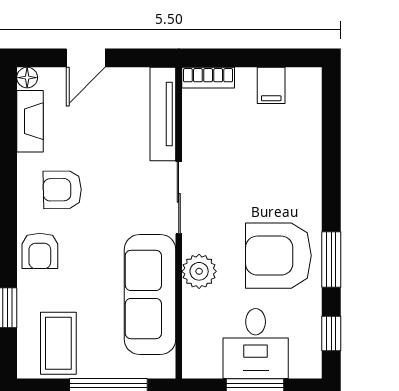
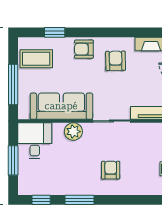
armchair: (278, 256) -> (111, 170), moved, width x0.53, depth x0.53
desk: (256, 343) -> (35, 141), moved, turned 90

